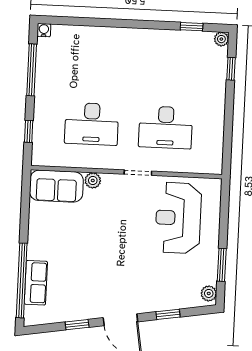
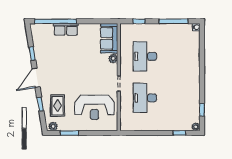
reception desk: (178, 218) -> (95, 107), turned 180
row of seats: (36, 283) -> (66, 29), moved
rug: (172, 284) -> (58, 106), added

